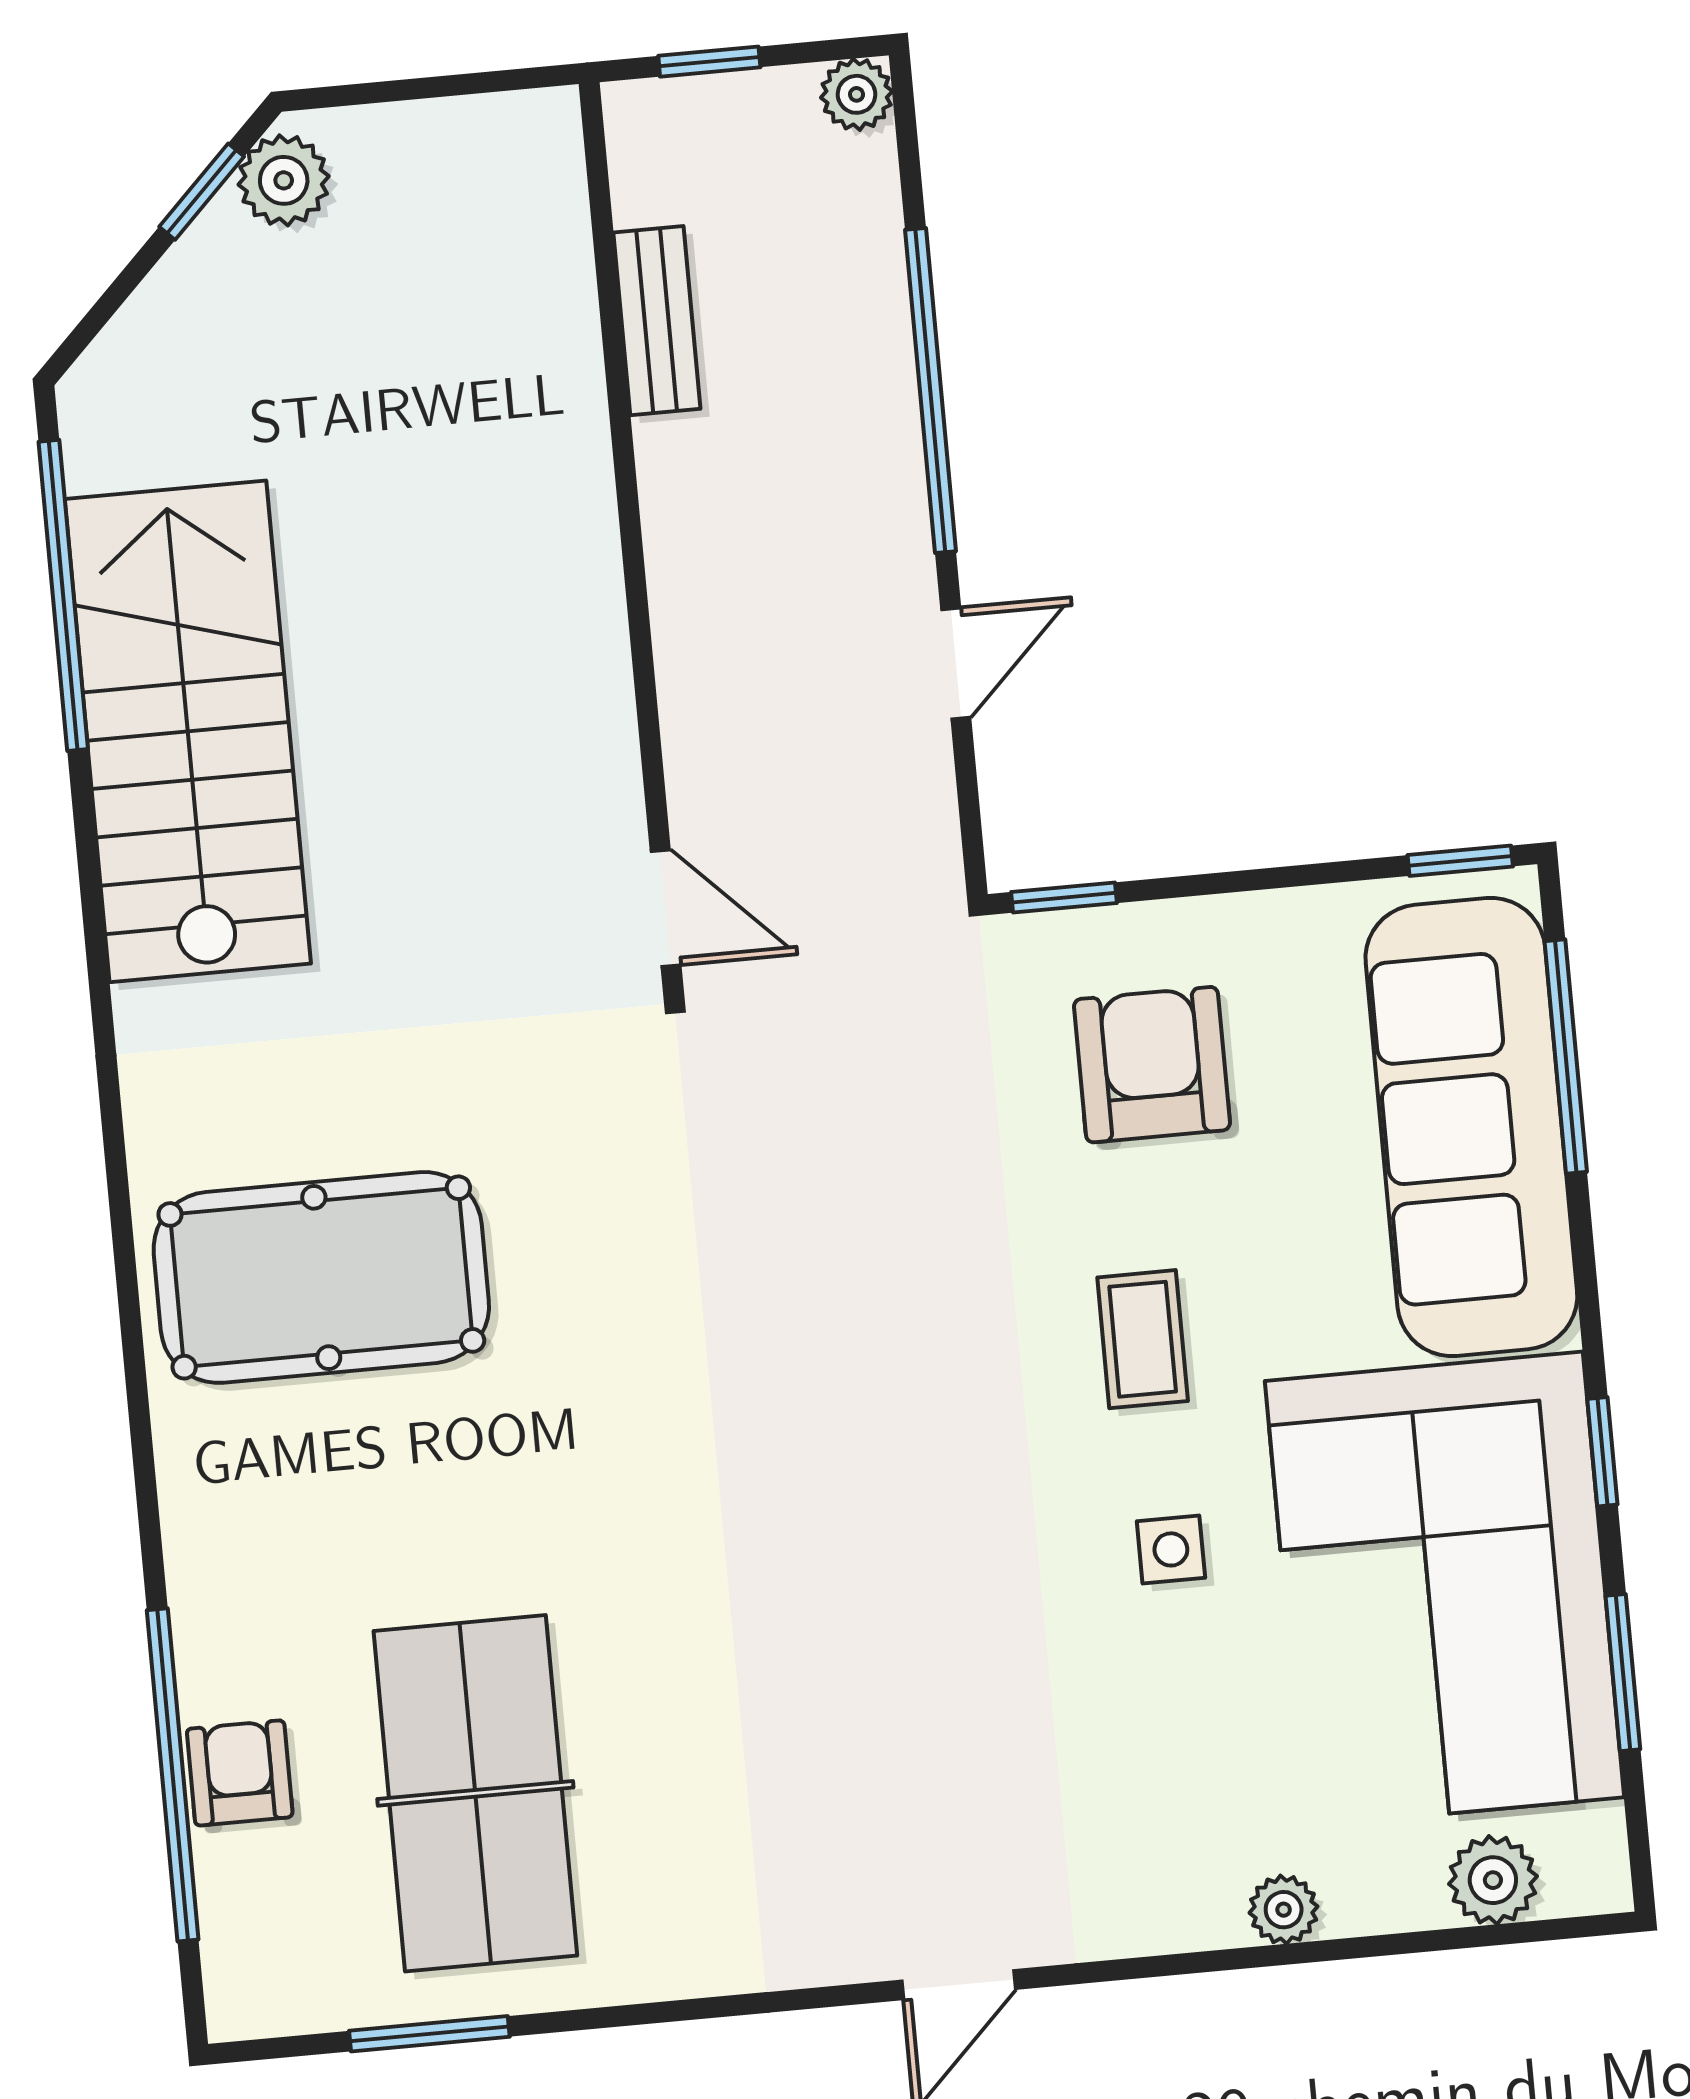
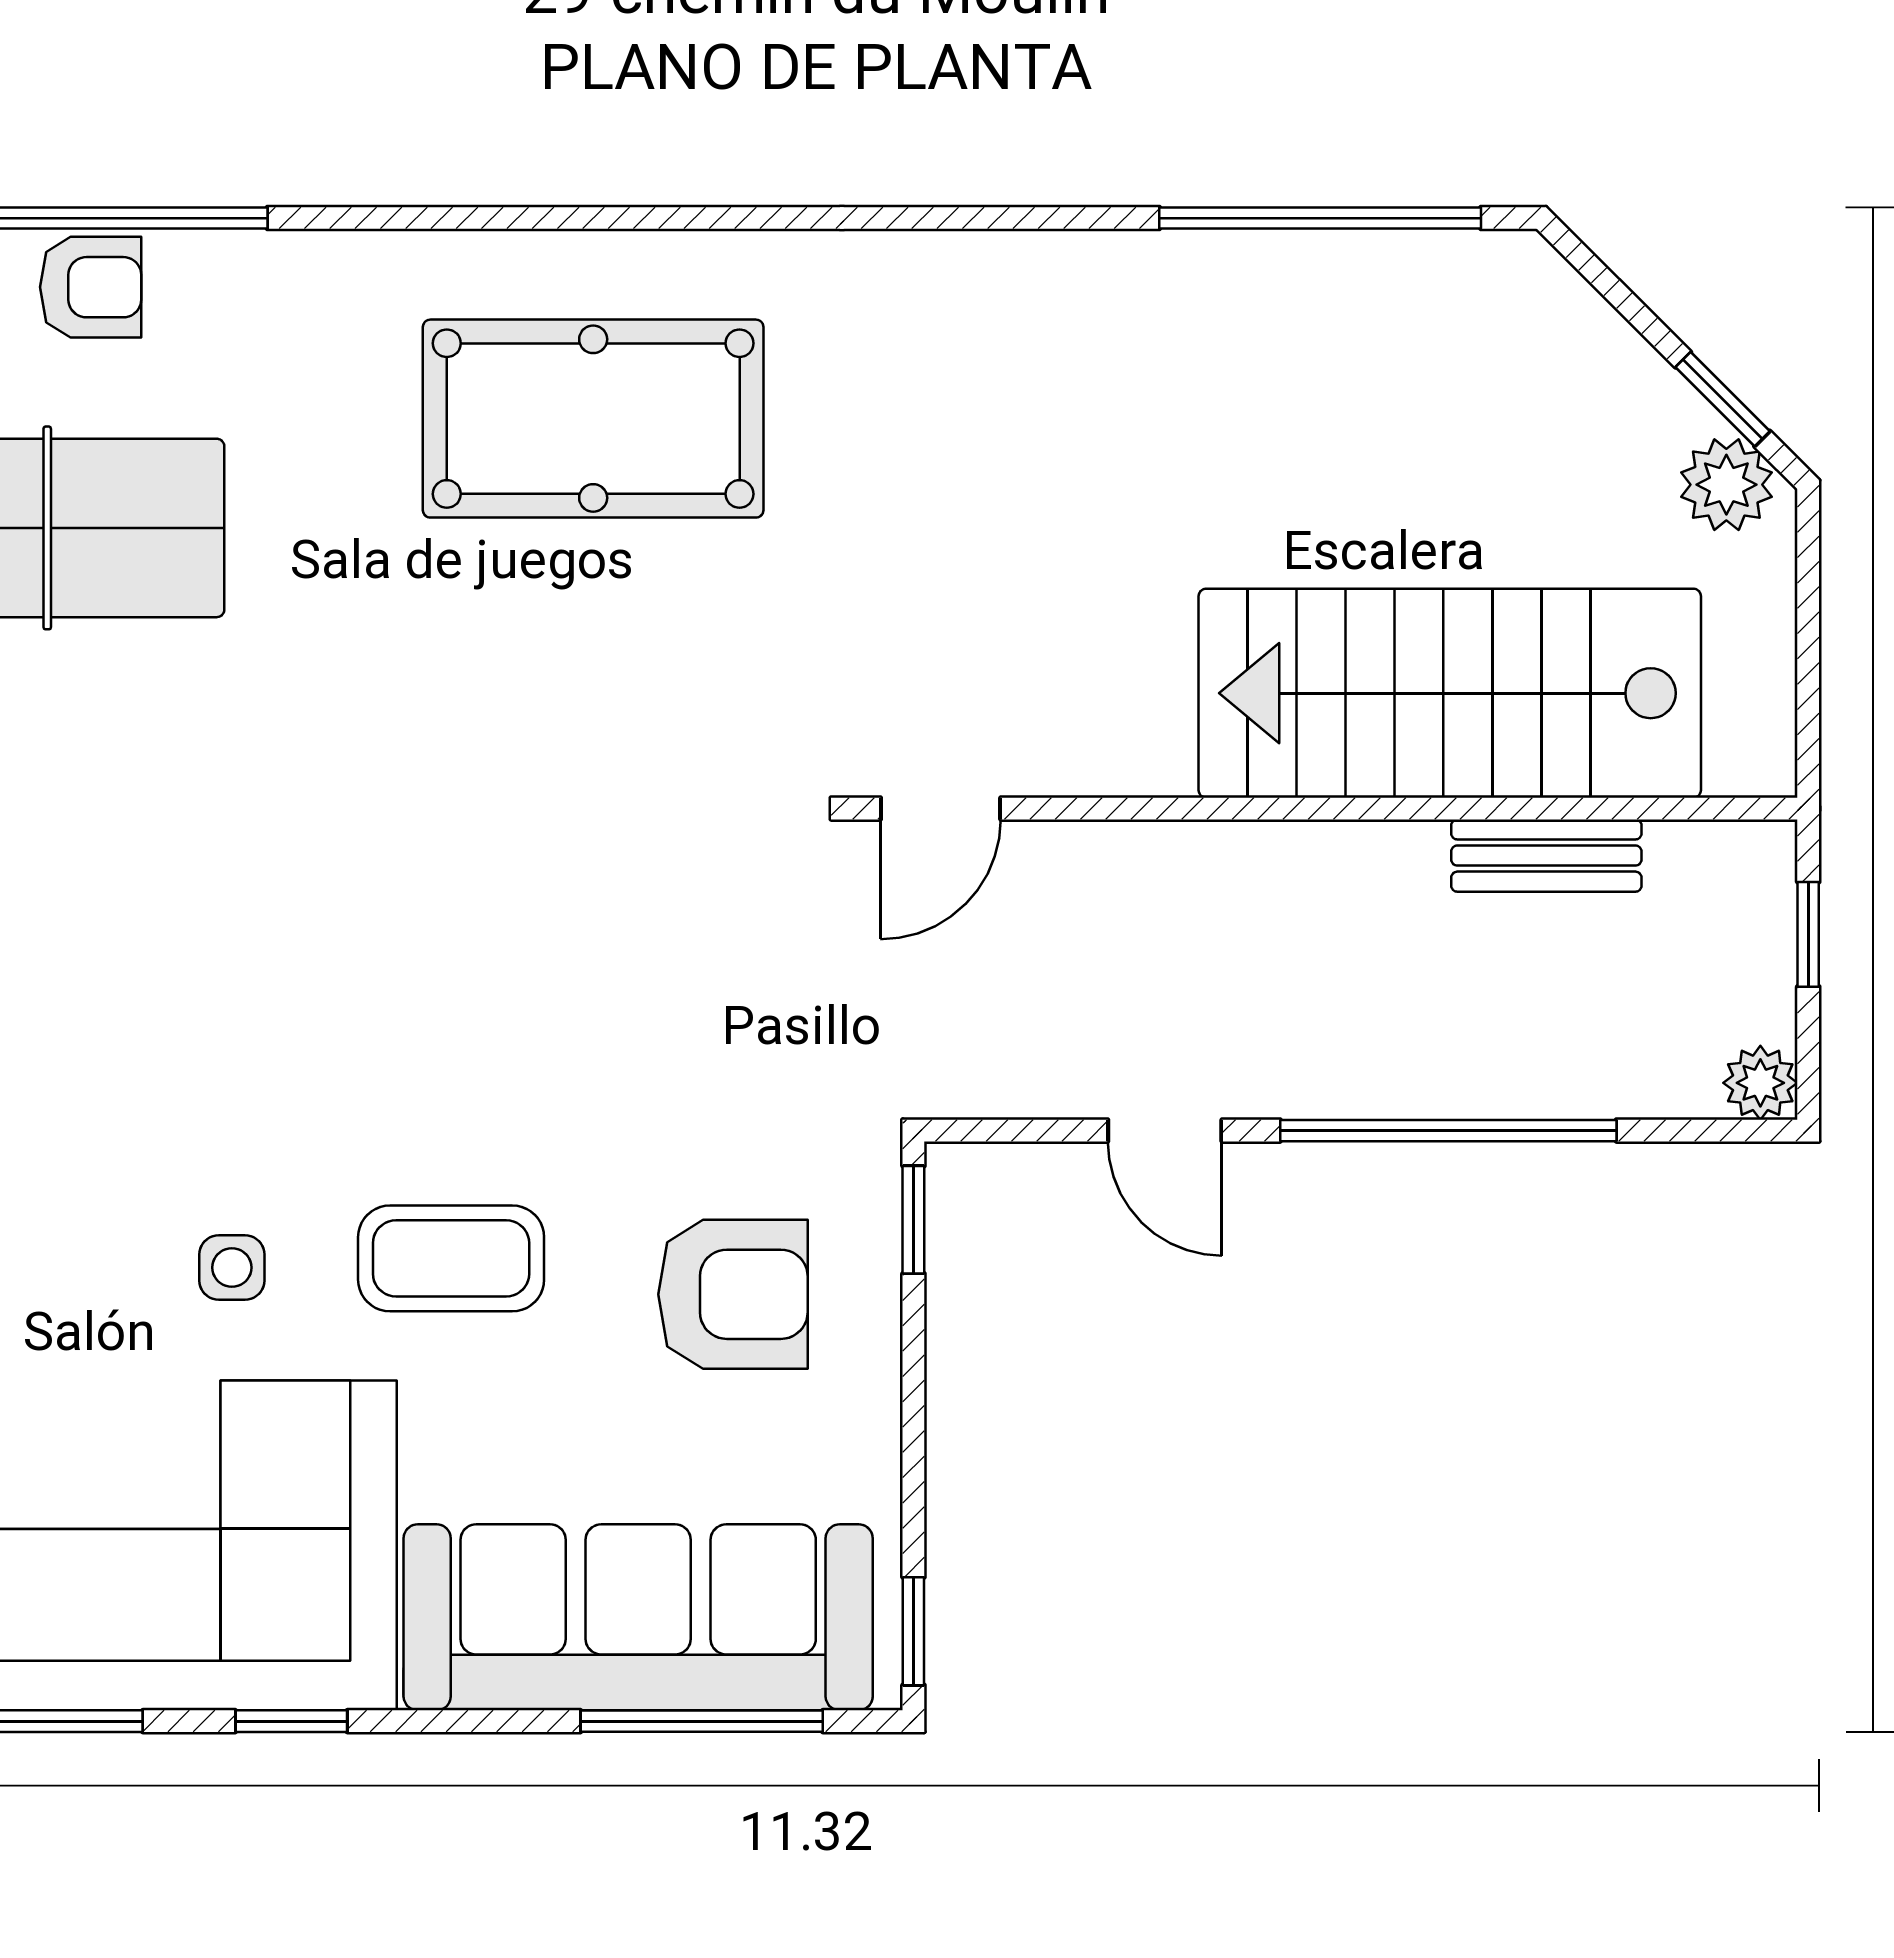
stairs: (188, 731) -> (1450, 693), moved, turned 180
pool table: (321, 1277) -> (593, 419), turned 90
coffee table: (1143, 1339) -> (451, 1258), width x1.36, depth x1.30

